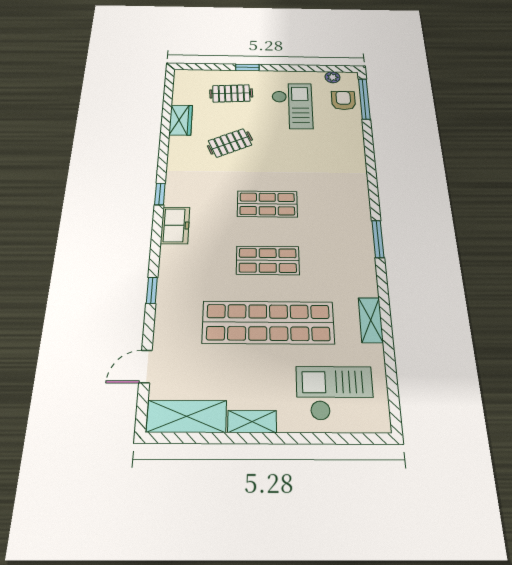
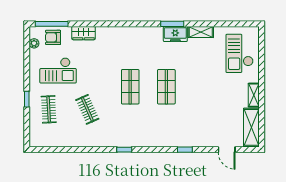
checkout: (292, 106) -> (58, 70), turned 180
wardrobe: (181, 120) -> (84, 33), moved, turned 180
freezer: (175, 225) -> (175, 34), moved, turned 180
window: (378, 239) -> (172, 24), moved
shop shelf: (268, 322) -> (203, 87), removed

